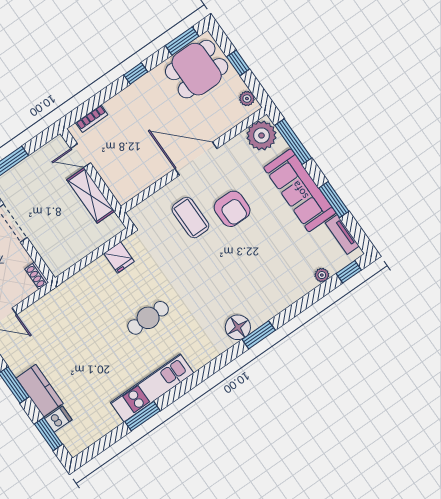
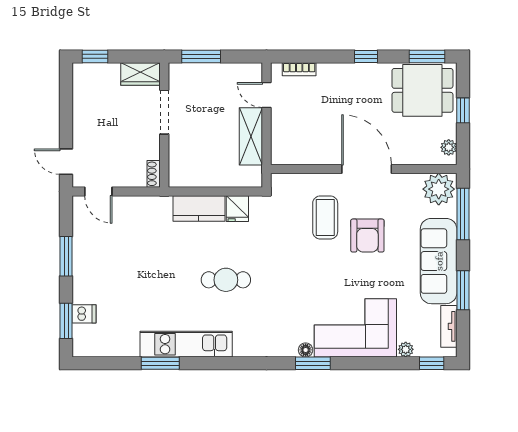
corner sofa: (272, 285) -> (355, 328), added
floor lamp: (238, 327) -> (306, 350), width x0.53, depth x0.53
kitchen counter: (40, 391) -> (199, 208), moved, turned 90

